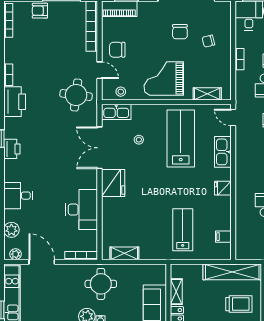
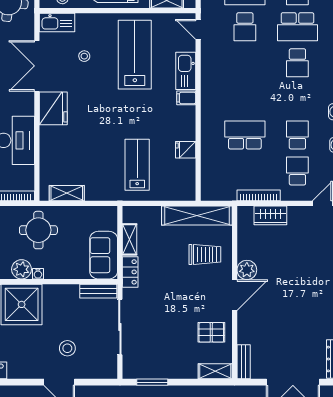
fridge: (223, 188) -> (186, 150), moved
filing cabinet: (223, 237) -> (186, 98), moved

